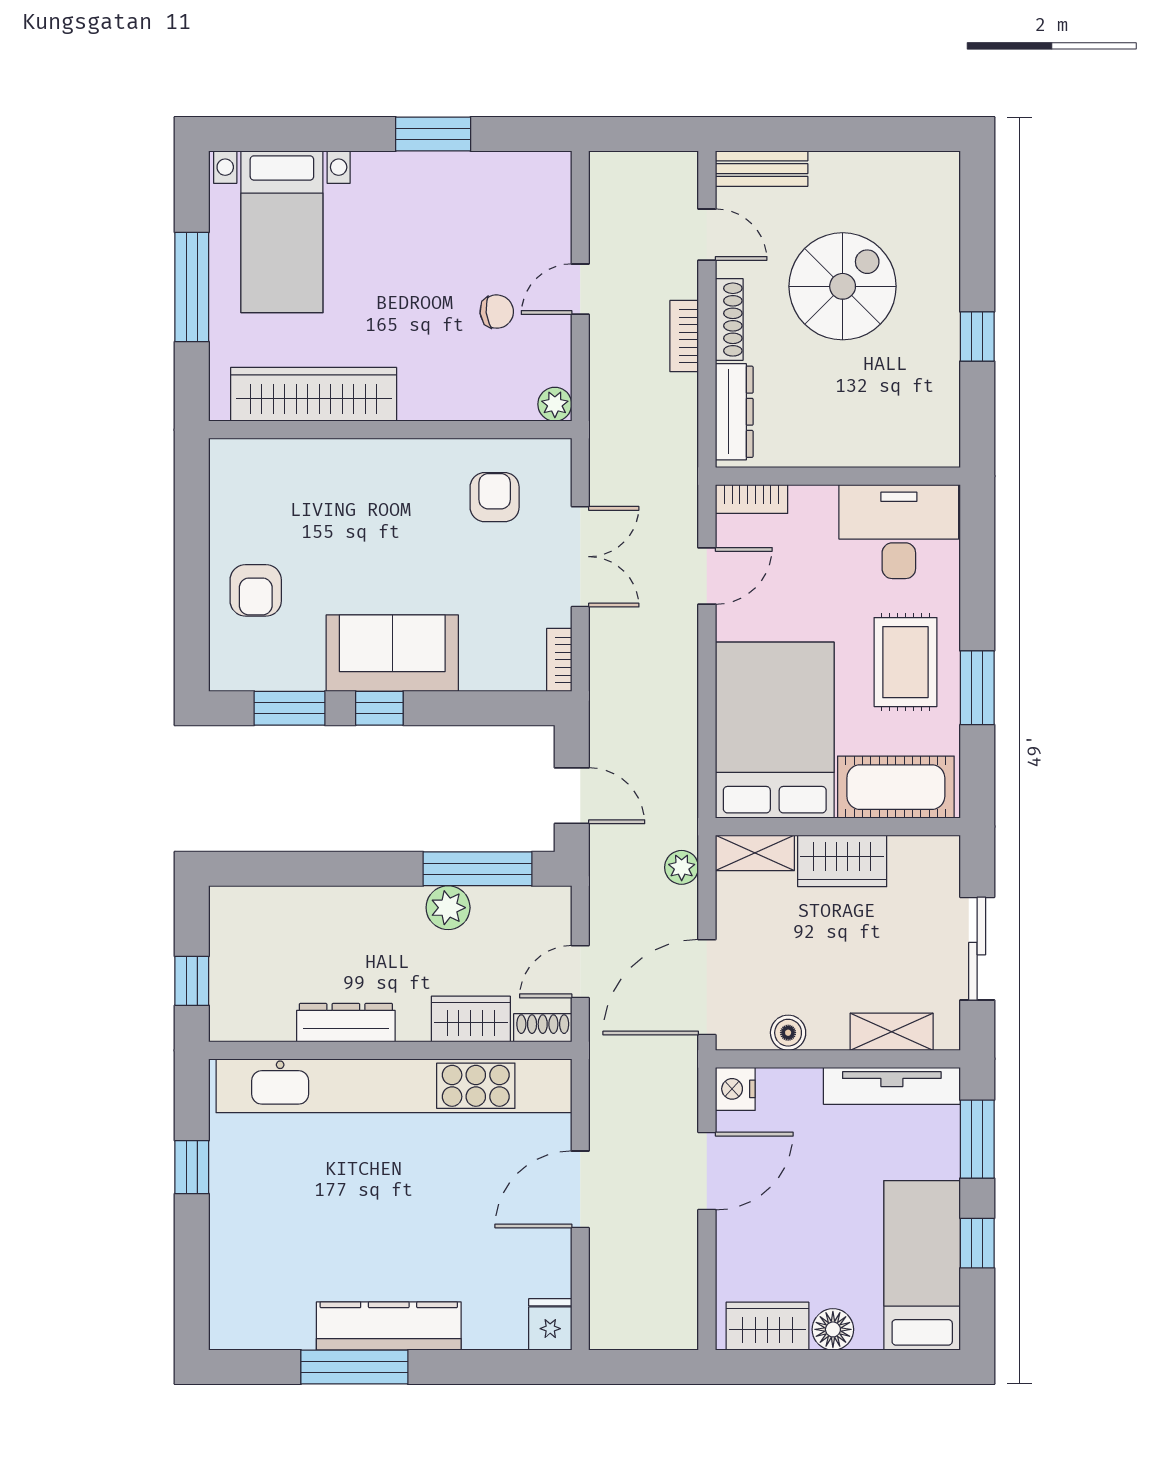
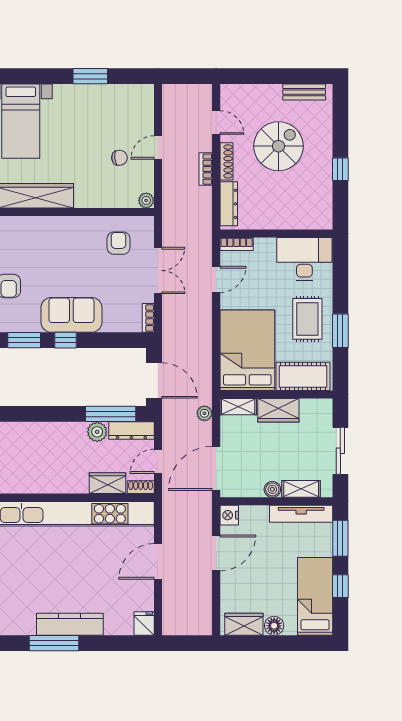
bench: (762, 169) -> (304, 92), moved
door: (572, 796) -> (154, 380), width x1.38
dresser: (346, 1023) -> (131, 431), moved, turned 180
boiler: (788, 1033) -> (272, 489), moved

